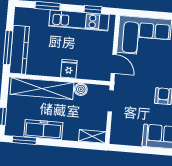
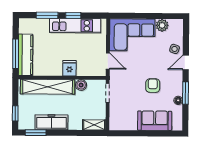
window: (93, 10) -> (73, 15), moved

